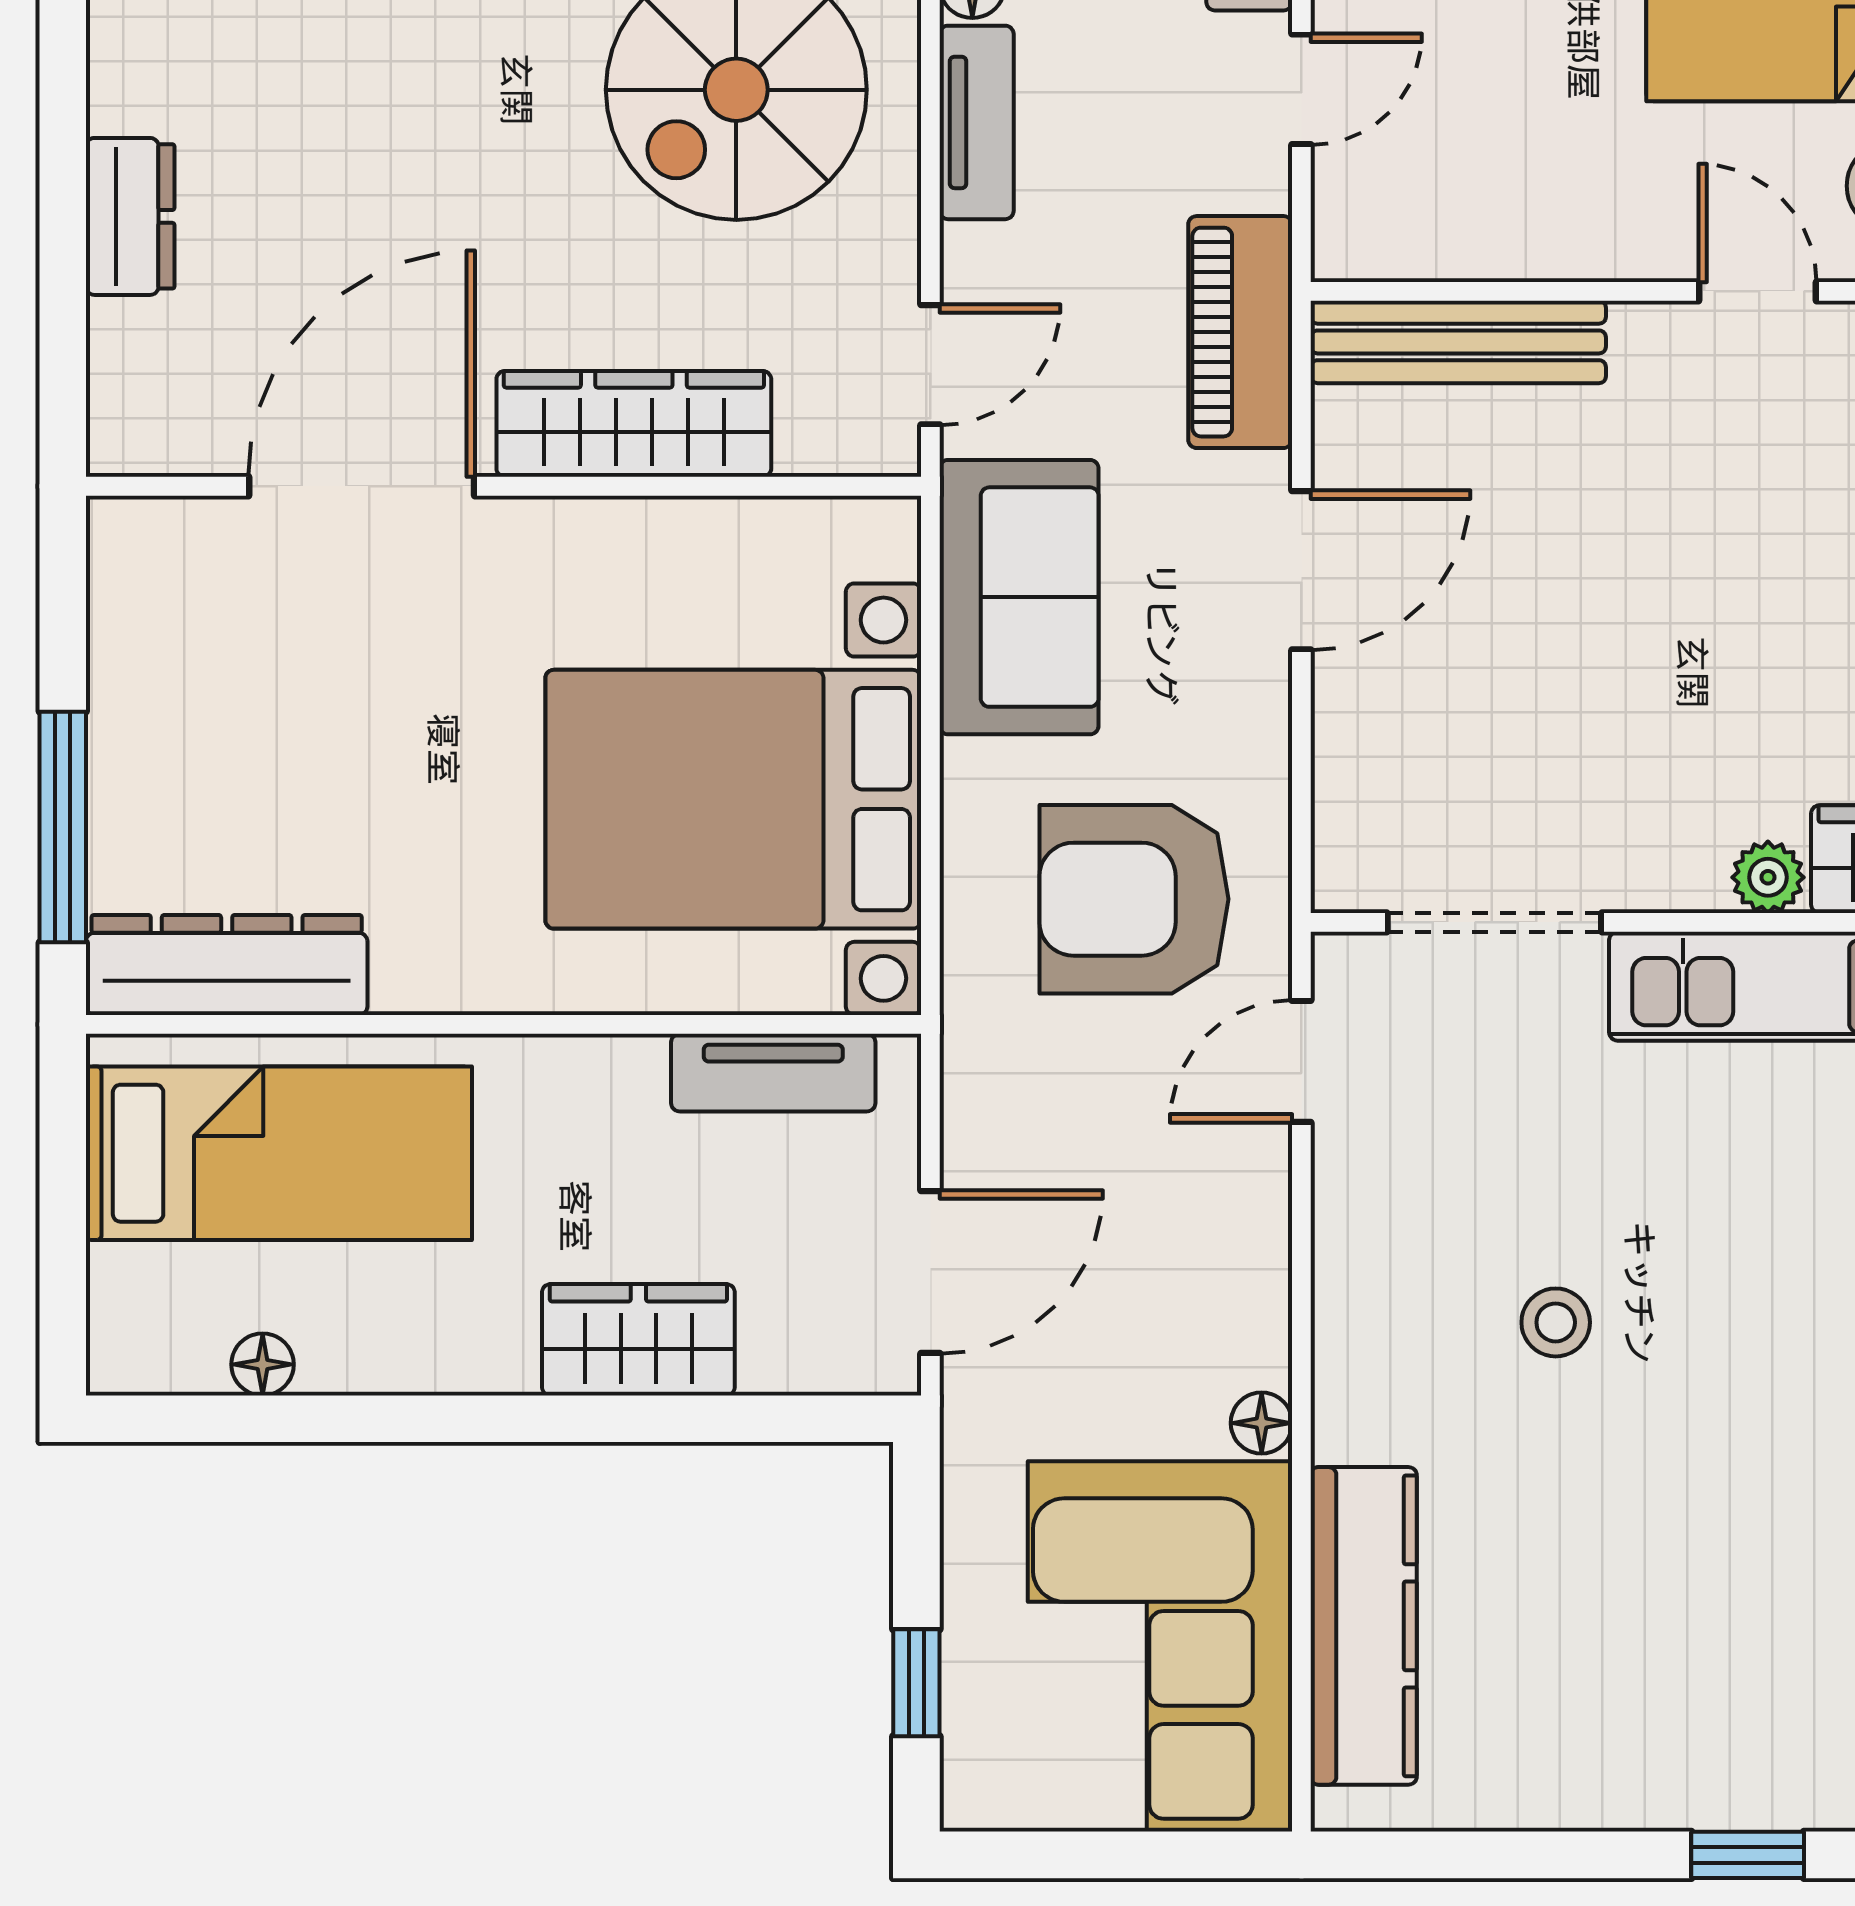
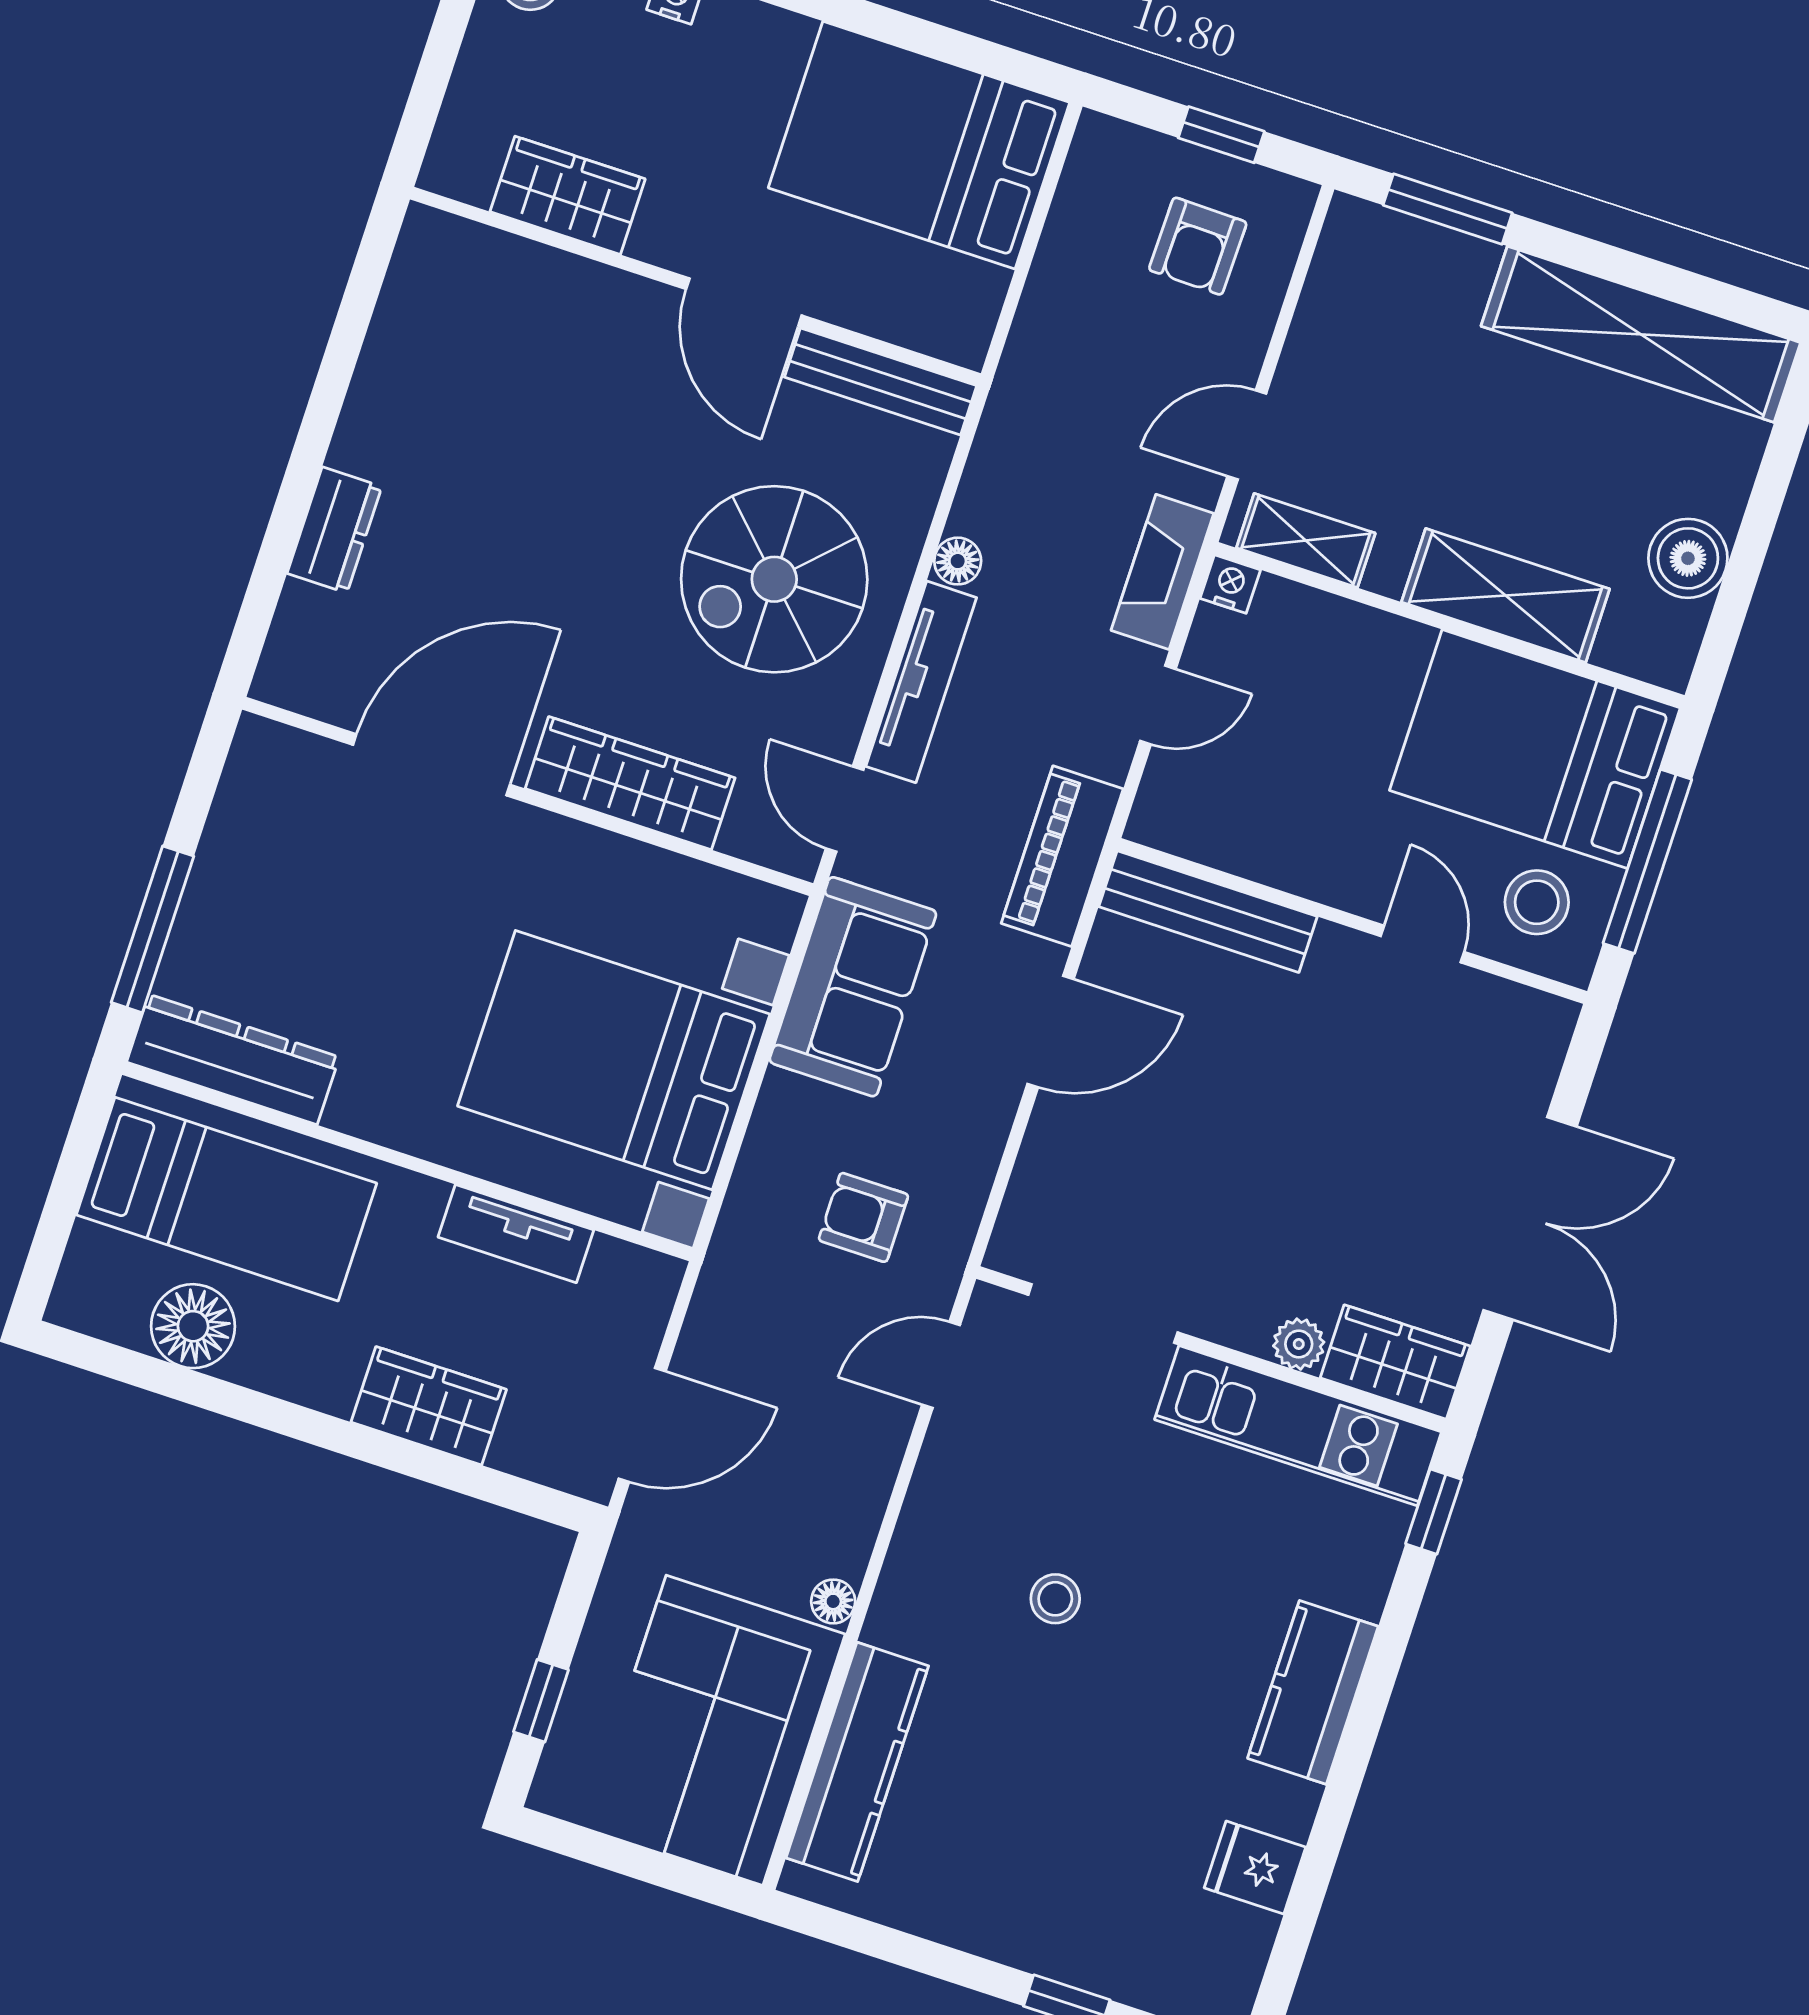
tv unit: (977, 122) -> (921, 682), width x1.41
door: (930, 365) -> (845, 809), swing flipped
armchair: (1134, 899) -> (863, 1217), width x0.53, depth x0.53
tv unit: (773, 1073) -> (516, 1234), moved
floor lamp: (263, 1364) -> (193, 1326), width x1.89, depth x1.89

